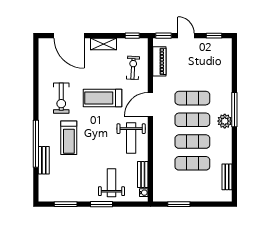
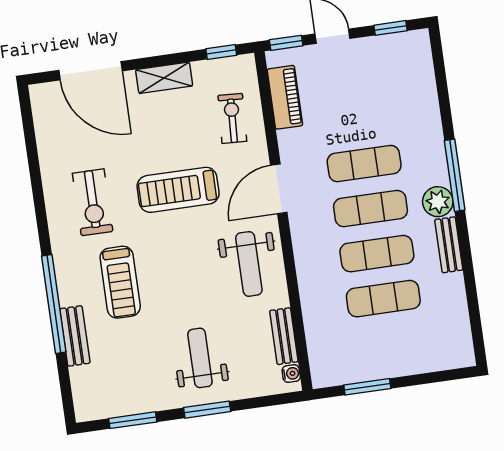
bench: (227, 177) -> (449, 245), moved
weight bench: (111, 183) -> (200, 358), moved

